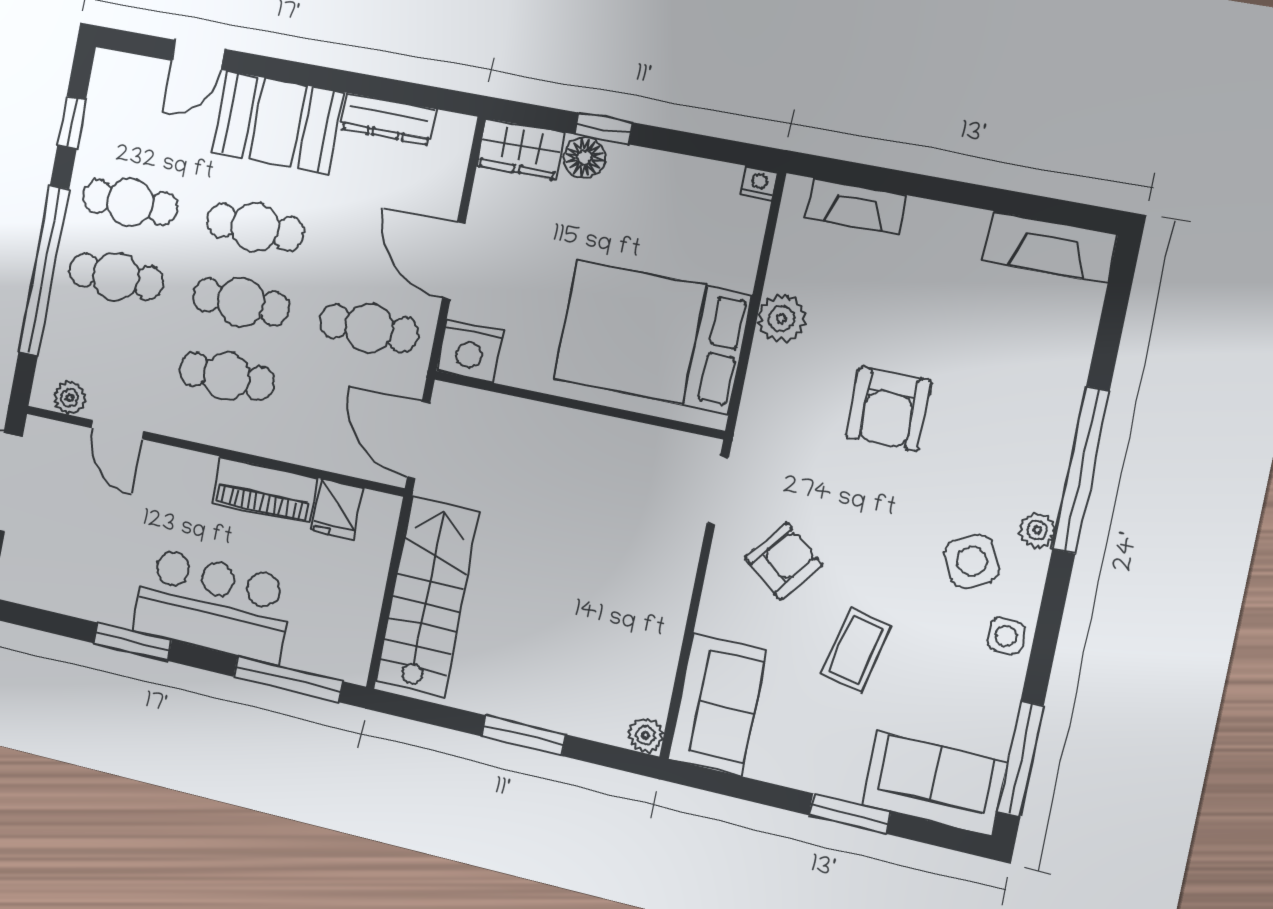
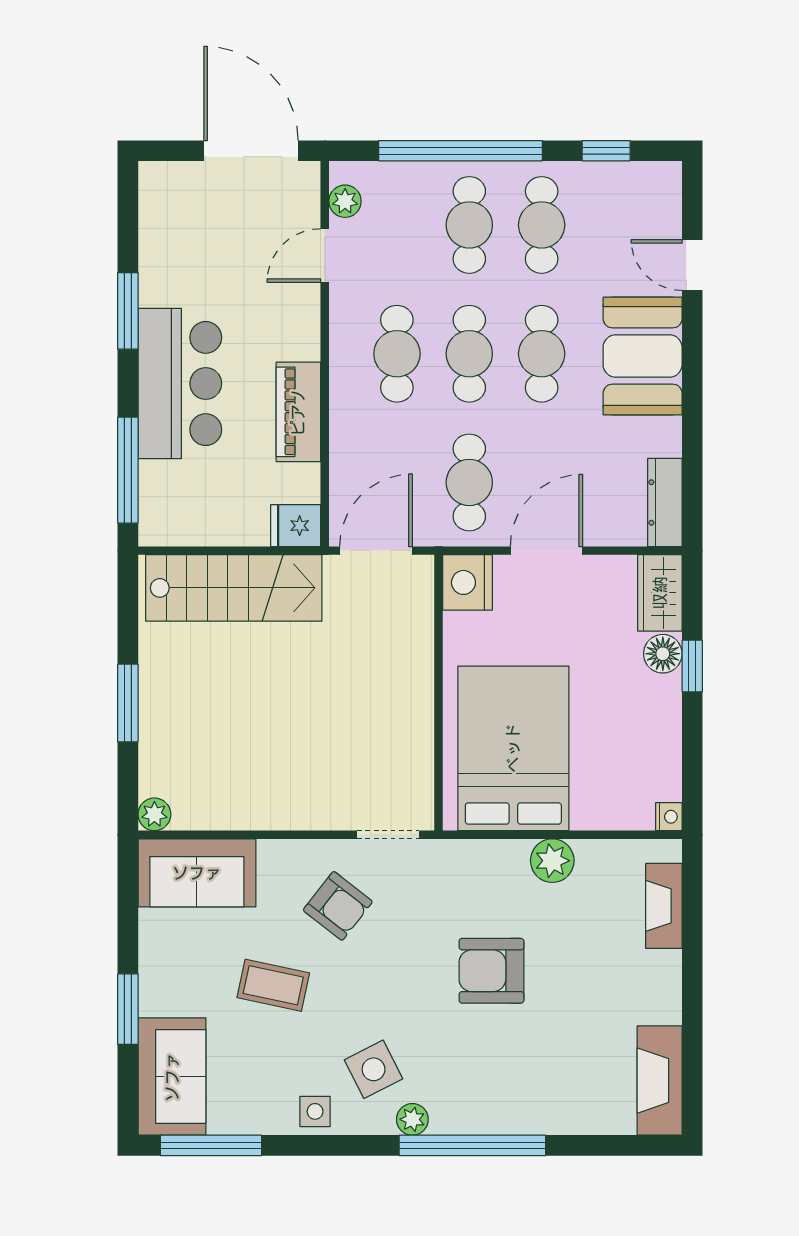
dresser: (388, 119) -> (665, 503), moved
fridge: (337, 509) -> (296, 526), moved

